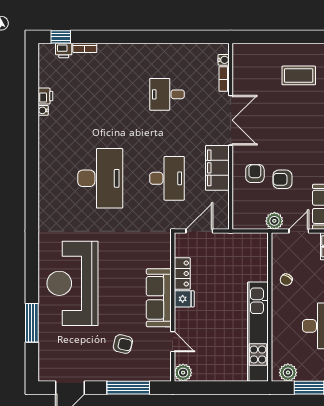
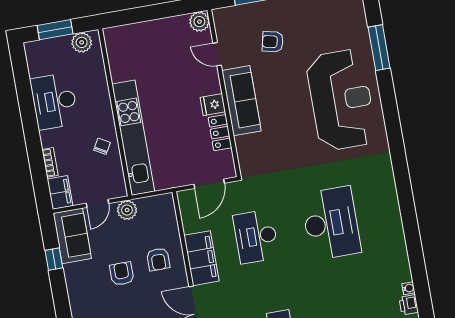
desk: (100, 178) -> (331, 223), turned 180
armchair: (282, 179) -> (122, 274), moved, turned -90
kitchen unit: (258, 332) -> (133, 138), moved

